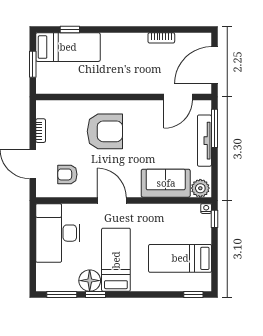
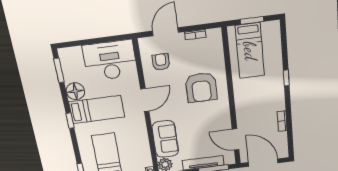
window: (70, 29) -> (286, 78), moved
bed: (68, 47) -> (250, 51), moved
window: (95, 294) -> (70, 121), moved

